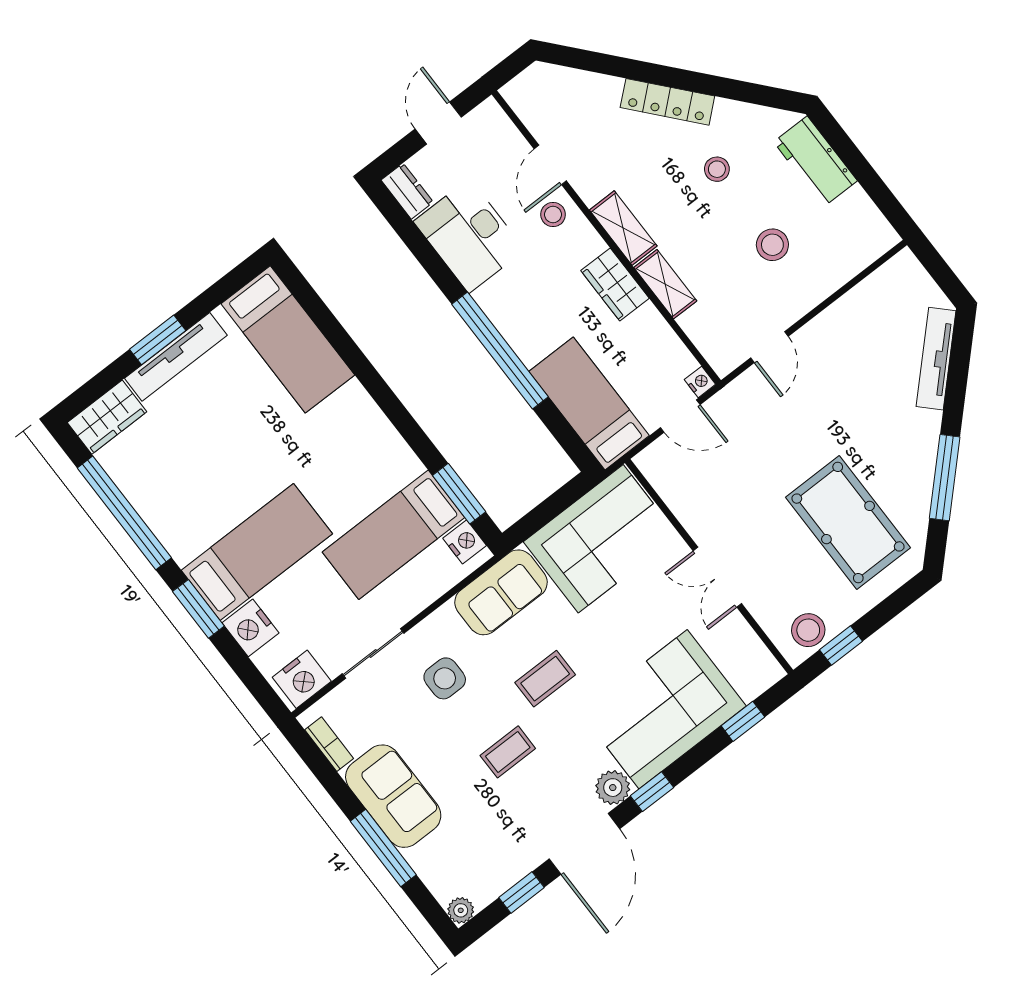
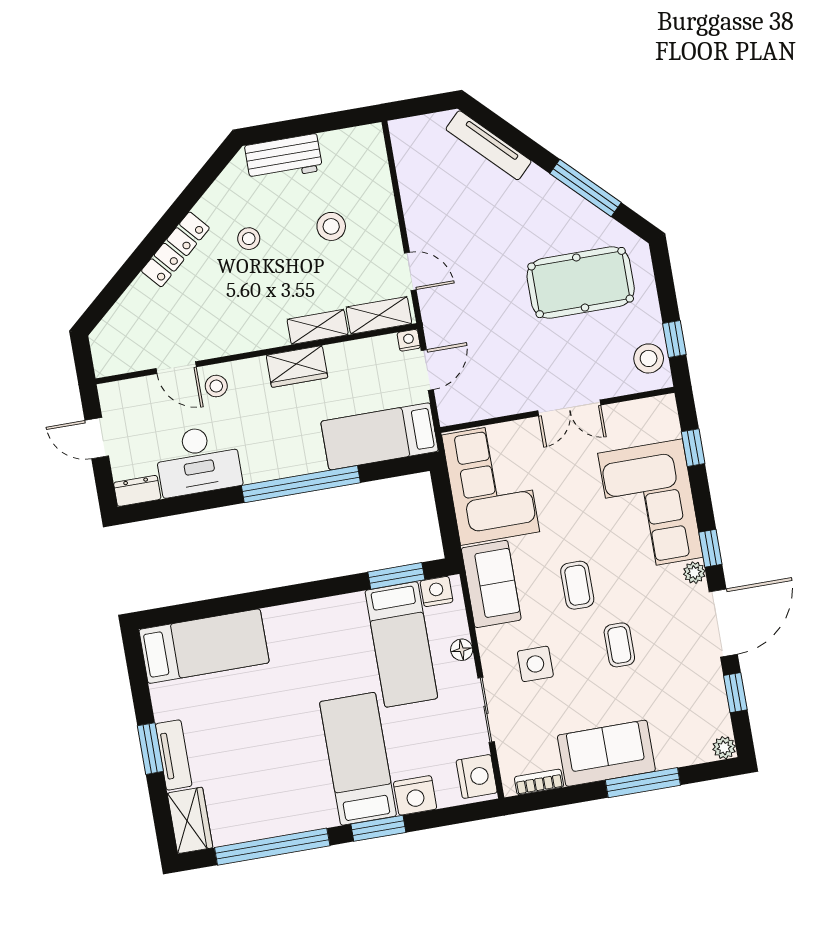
shelving: (623, 228) -> (379, 315), moved
tv unit: (176, 357) -> (174, 755), width x0.71
floor lamp: (420, 598) -> (462, 650), added
plant: (613, 788) -> (694, 573), width x0.73, depth x0.73
door: (584, 844) -> (723, 623), hinge flipped

